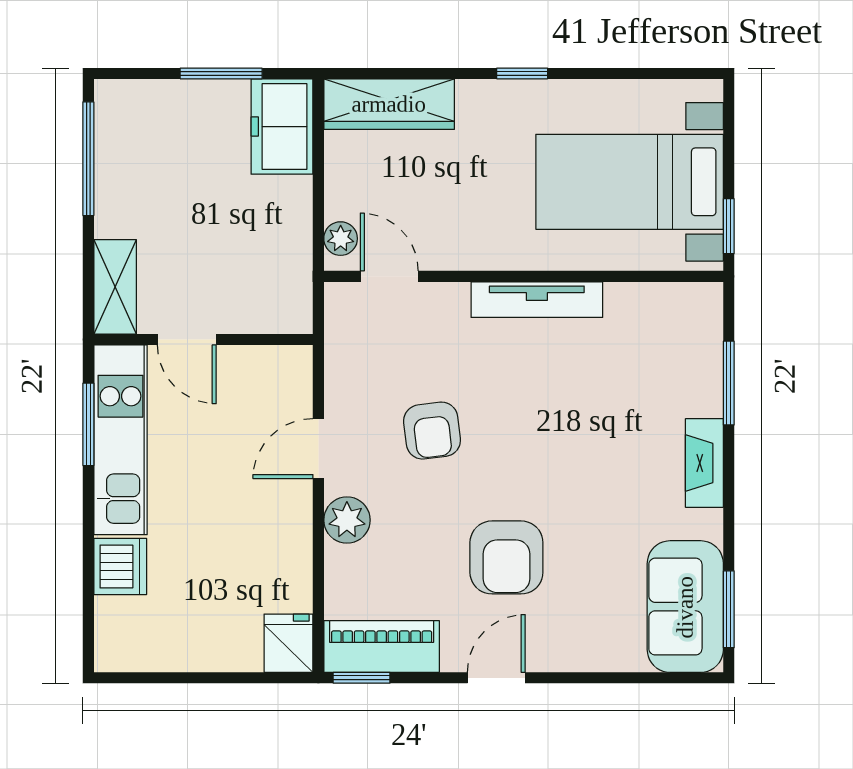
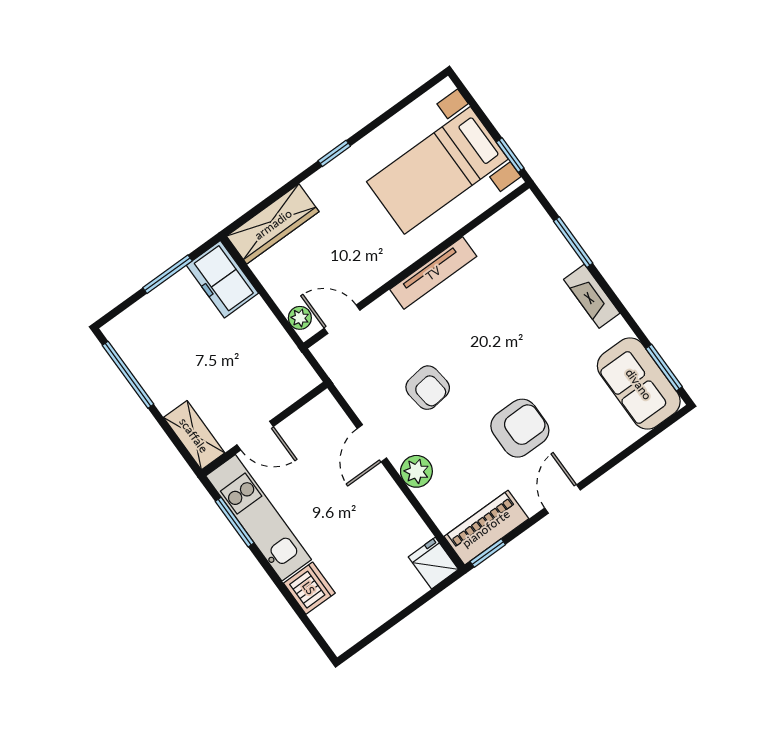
armchair: (506, 557) -> (520, 428), turned -90

